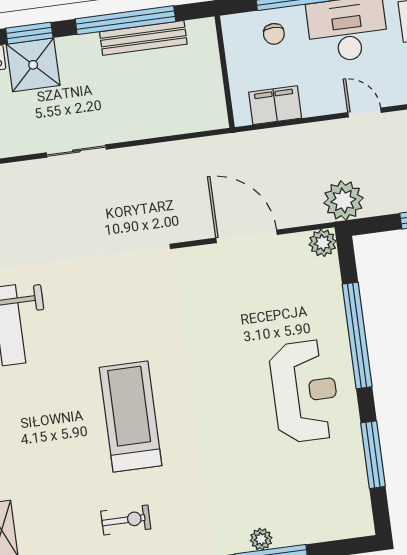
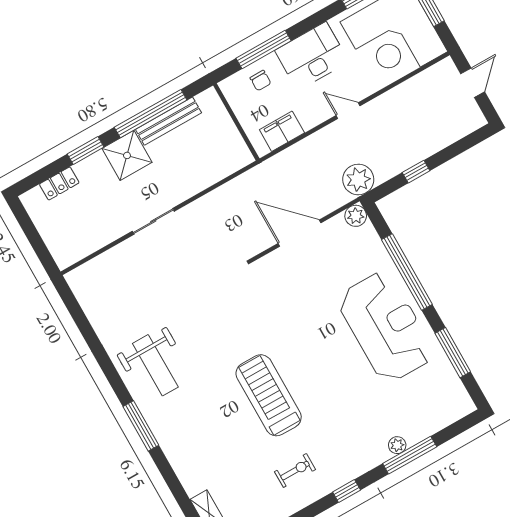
shower: (33, 65) -> (127, 155), moved
reception desk: (305, 391) -> (386, 327), width x1.36, depth x1.30

